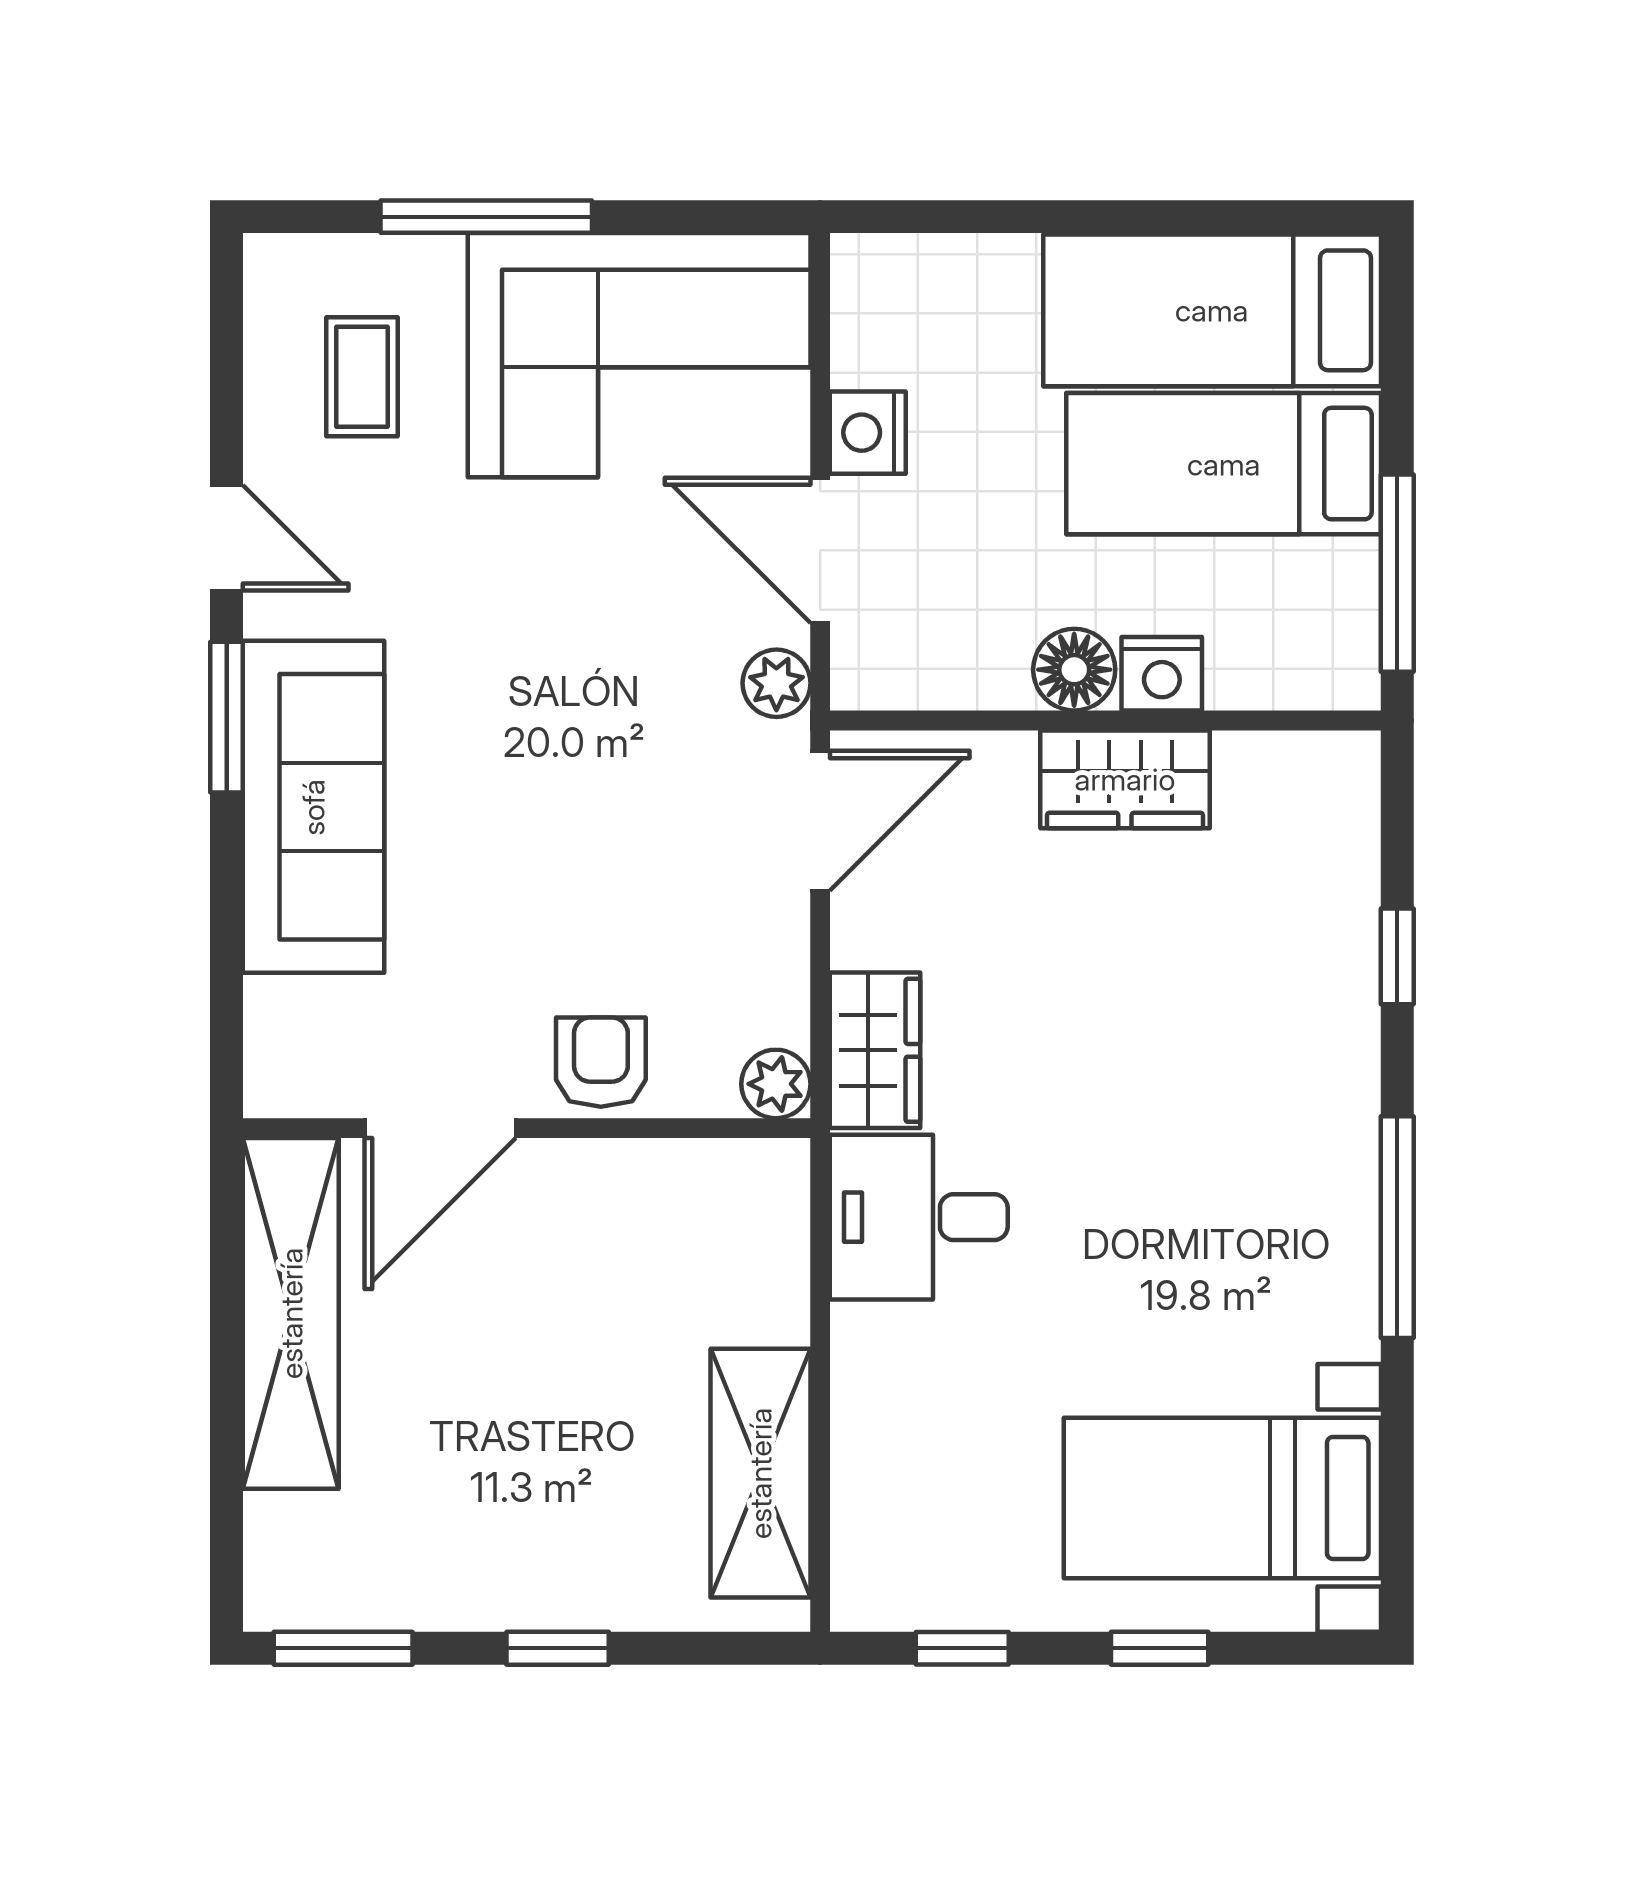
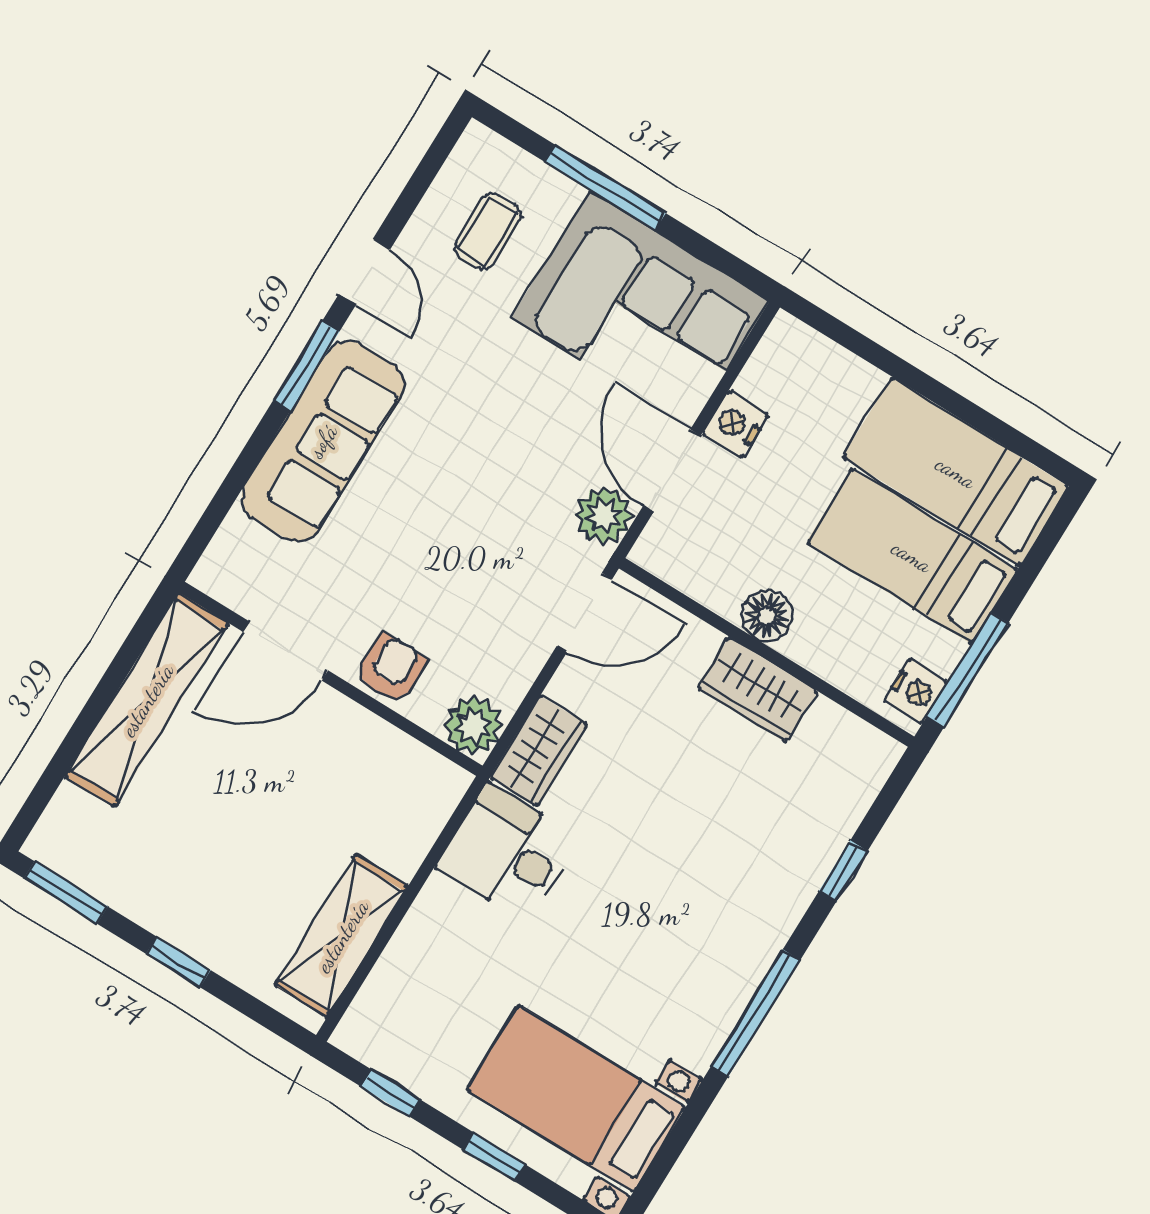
nightstand: (1162, 674) -> (916, 691), moved, turned -90
plant: (776, 683) -> (603, 516), width x1.38, depth x1.38
plant: (776, 1084) -> (473, 725), width x1.38, depth x1.38

